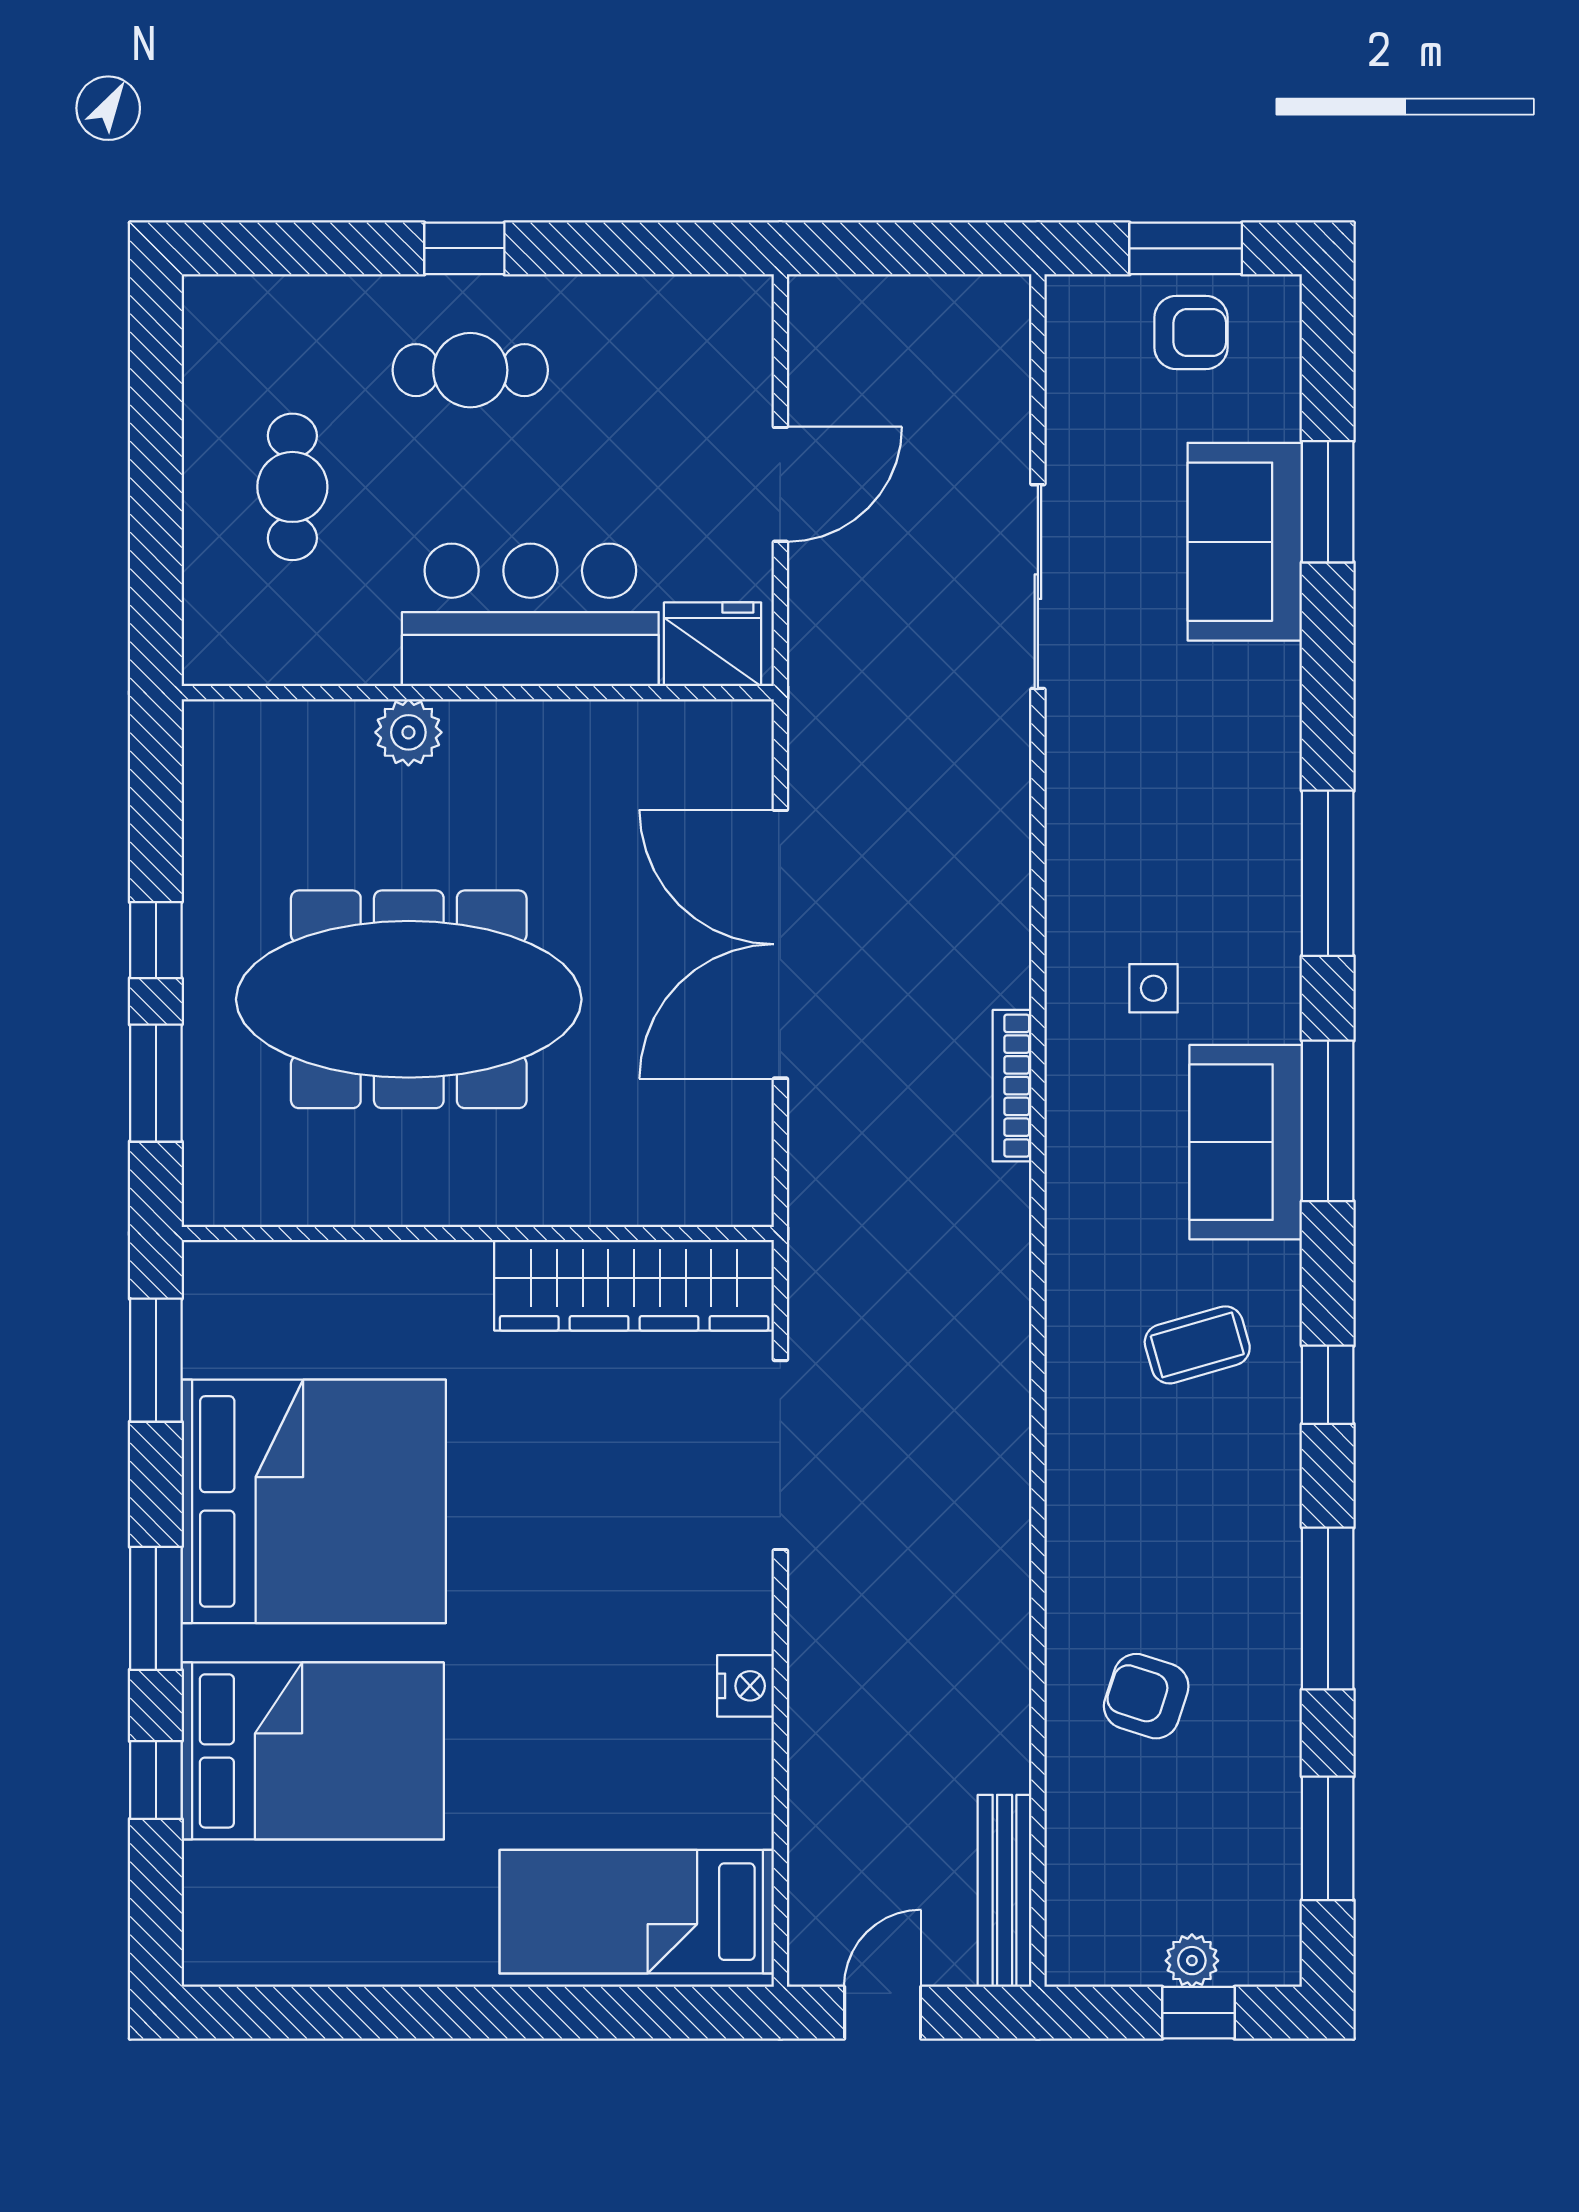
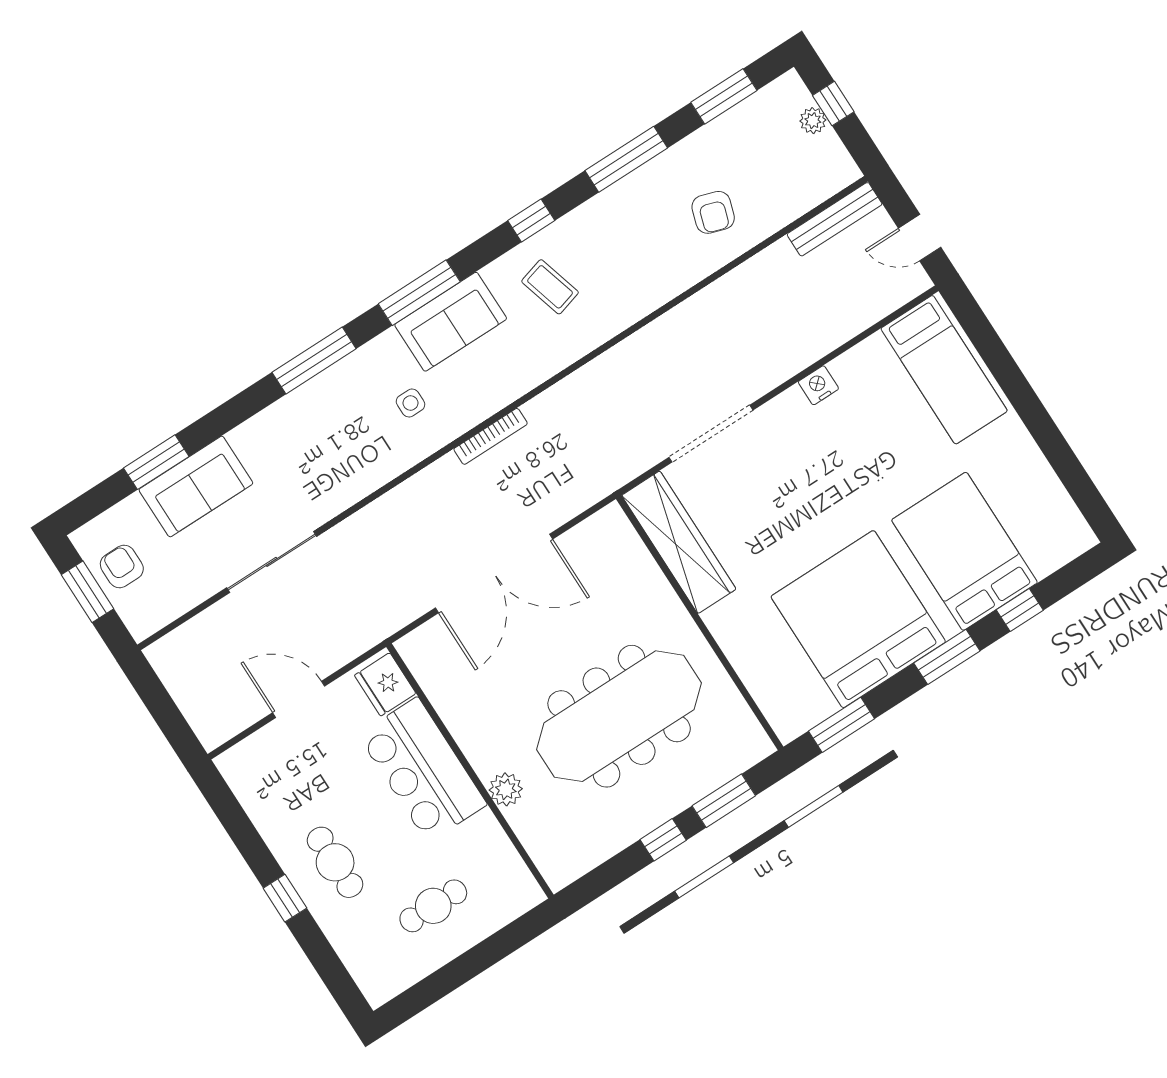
meeting table: (409, 999) -> (619, 716), turned 90

